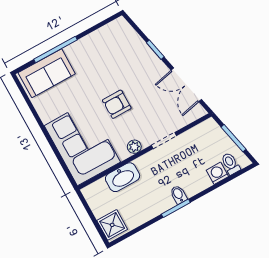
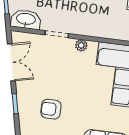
armchair: (117, 104) -> (51, 109), moved, turned 180
washbasin: (123, 177) -> (26, 19), moved

